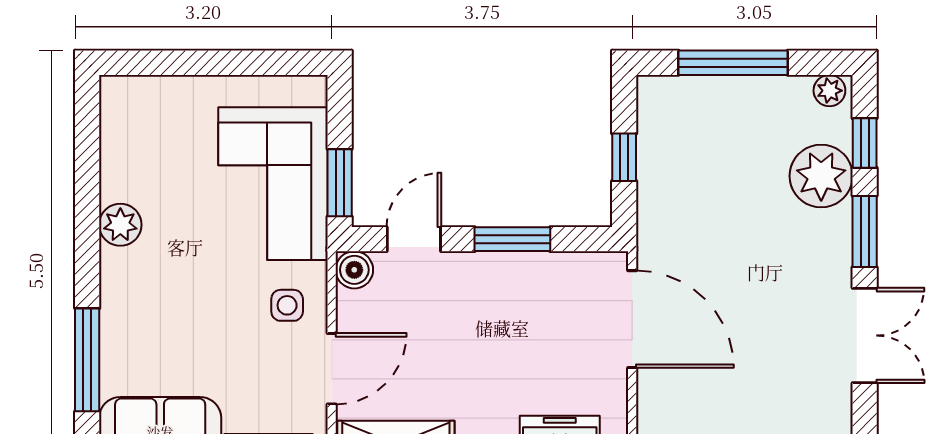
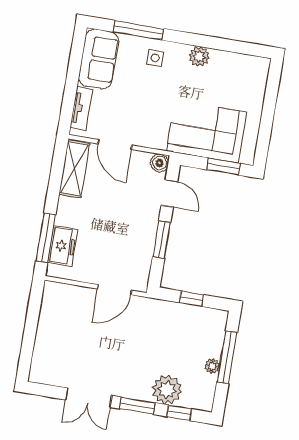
plant: (829, 91) -> (212, 366), moved
window: (340, 183) -> (223, 167), moved
side table: (287, 305) -> (155, 58), moved
door: (632, 319) -> (115, 290), width x0.73

